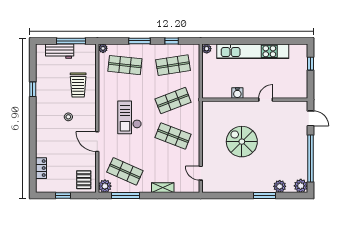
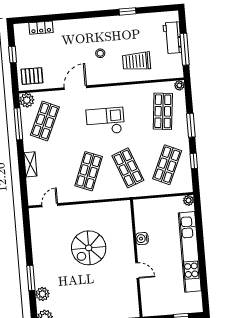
shop shelf: (173, 65) -> (167, 165), turned 33
spiral stairs: (242, 142) -> (89, 248), turned 180

